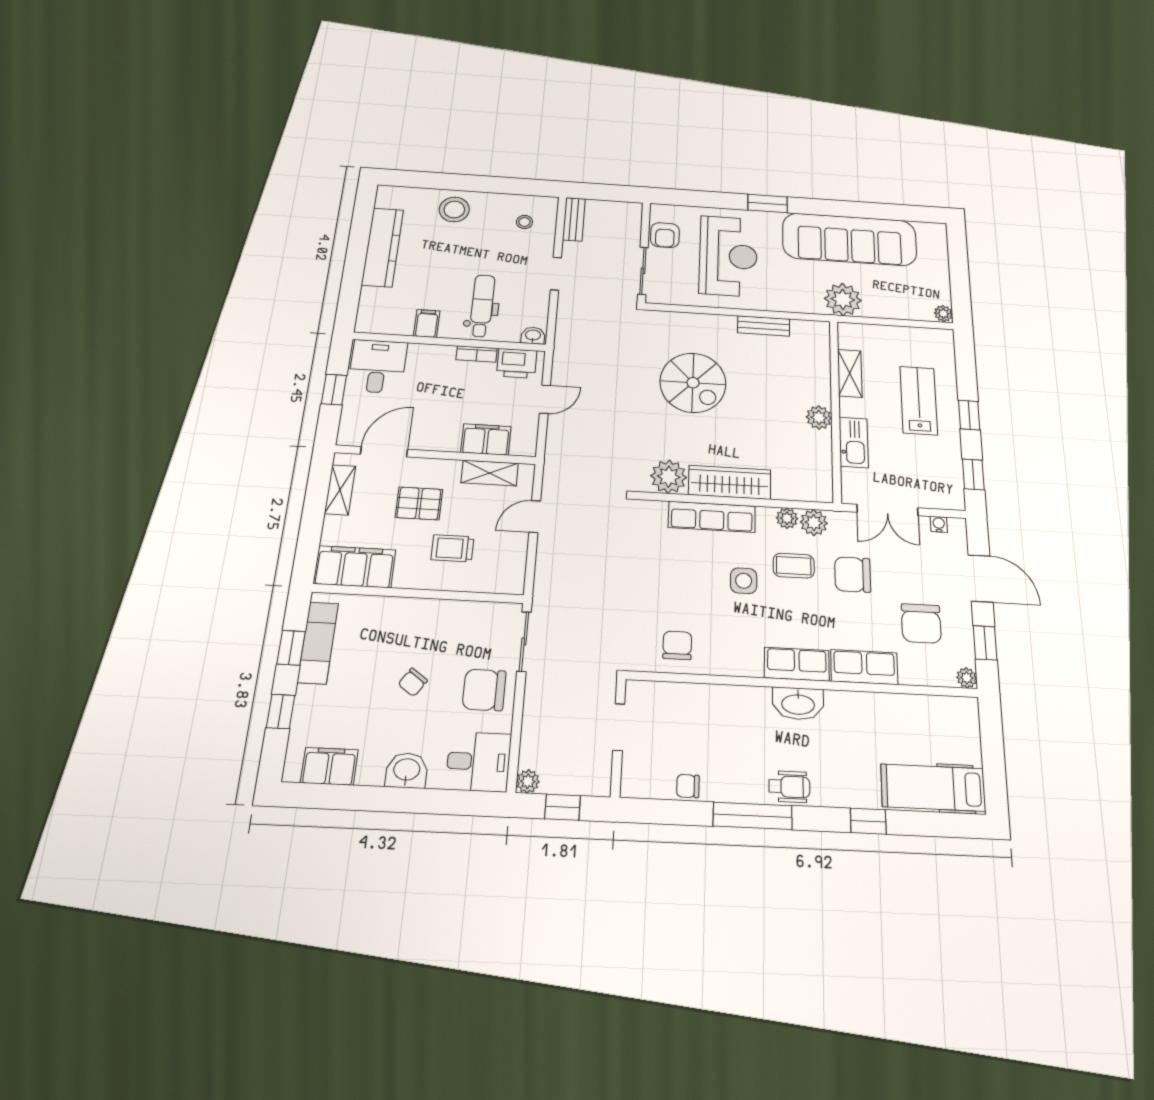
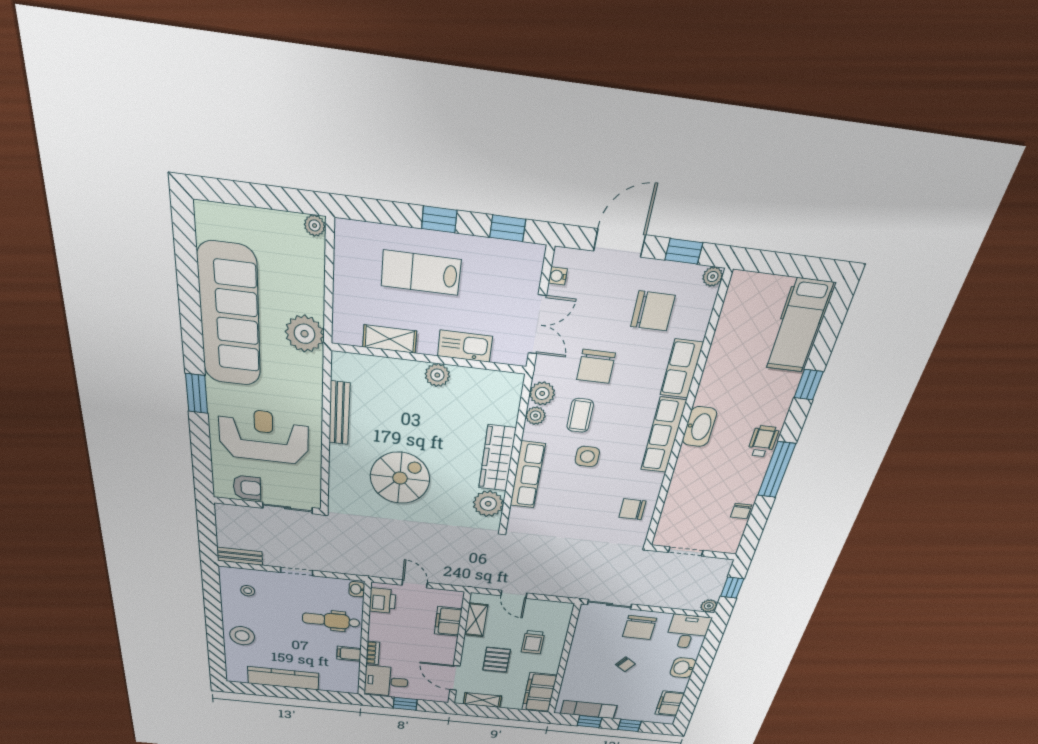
bench: (764, 326) -> (339, 413), width x1.36
bookcase: (477, 354) -> (373, 653), moved
row of seats: (797, 664) -> (663, 435), width x1.48

